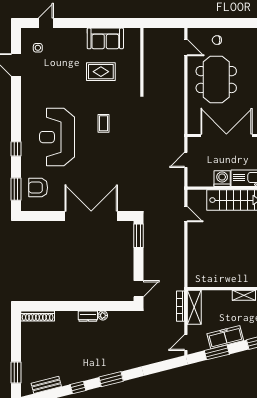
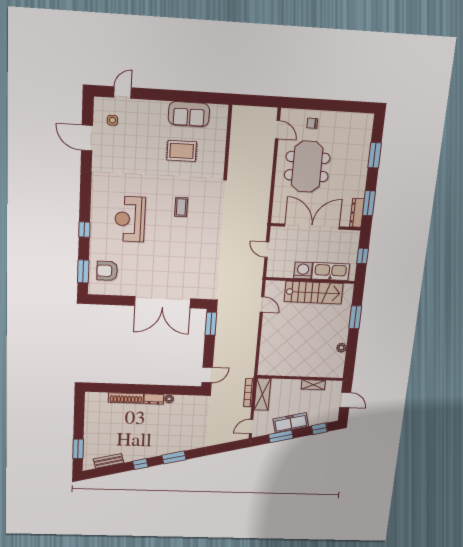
reception desk: (57, 137) -> (130, 219), width x0.74, depth x0.77
door: (186, 160) -> (267, 250), hinge flipped
double door: (91, 216) -> (163, 302), swing flipped
shoe rack: (38, 316) -> (126, 398), moved

